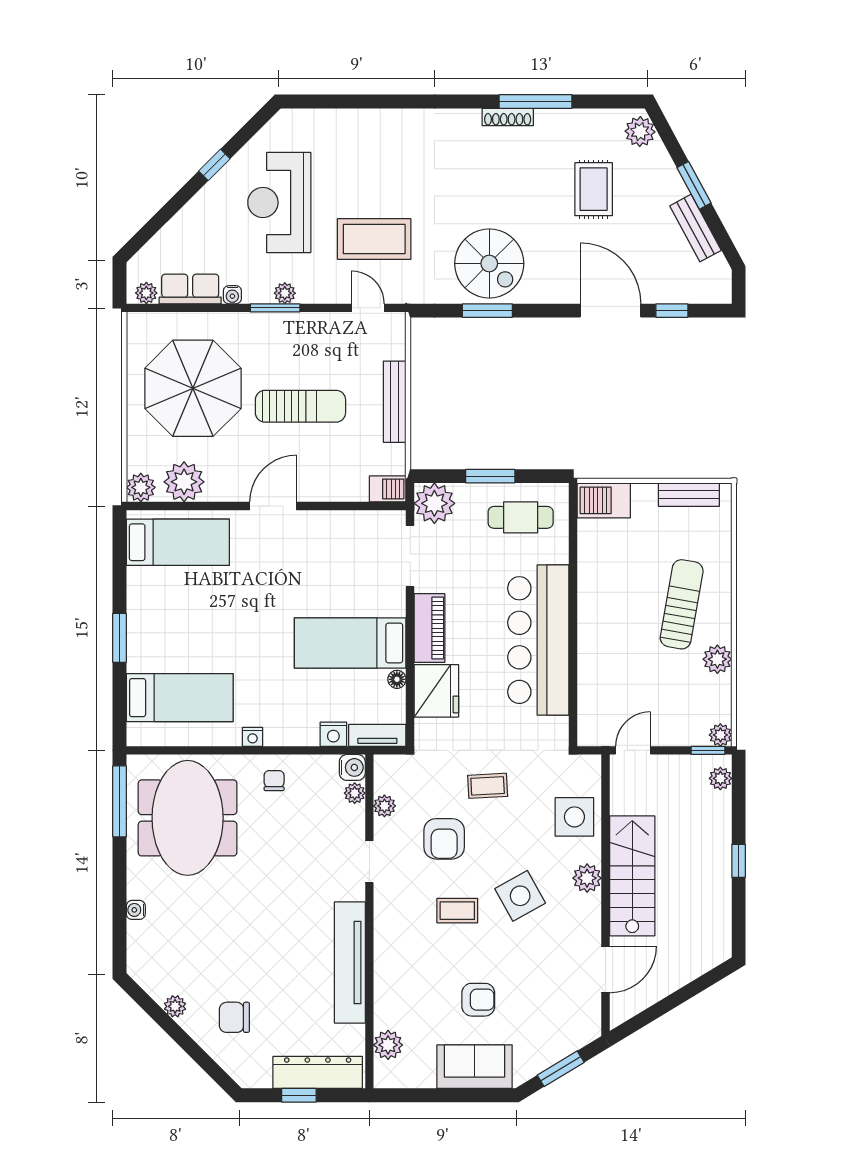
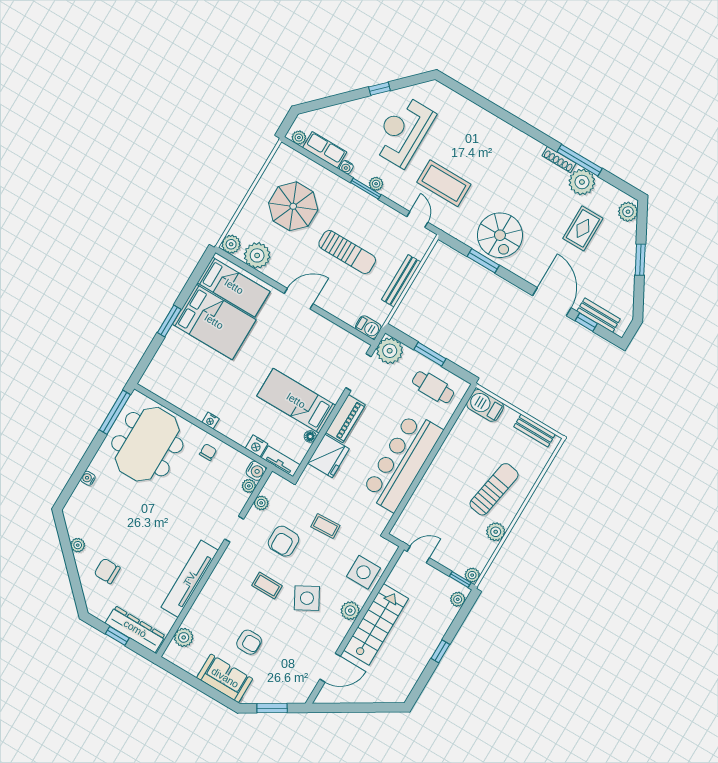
plant: (556, 129) -> (582, 182), added
bench: (696, 228) -> (599, 315), moved, turned -62
parasol: (193, 388) -> (293, 206), width x0.73, depth x0.73
bed: (180, 698) -> (214, 322), moved, width x1.50

